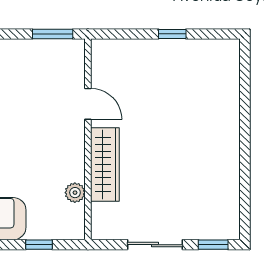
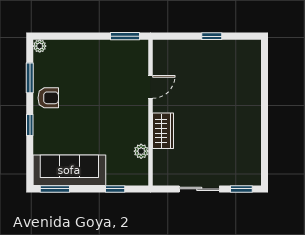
door: (88, 104) -> (151, 87), hinge flipped
wardrobe: (105, 165) -> (163, 131), width x0.67

